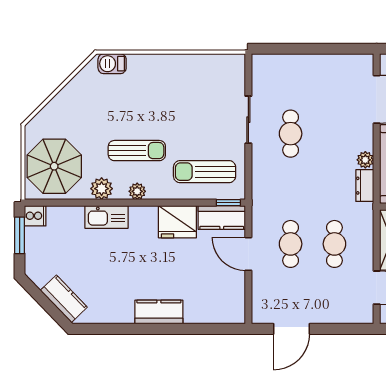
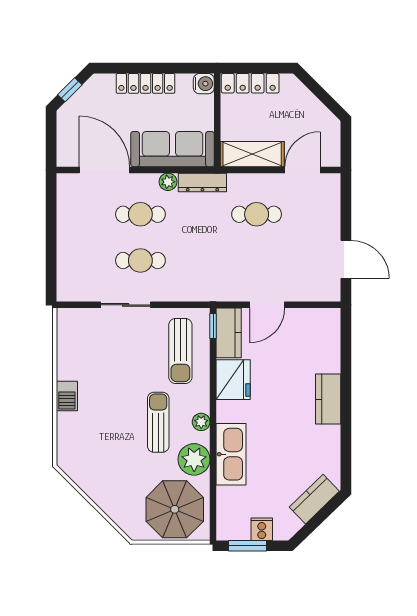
barbecue: (112, 64) -> (67, 396), moved
dresser: (365, 186) -> (202, 182), width x1.44
plant: (102, 189) -> (194, 459), width x1.36, depth x1.36
cooker: (35, 216) -> (262, 529), moved
kitchen sink: (106, 217) -> (231, 454), width x1.36, depth x1.24
cafe table: (291, 244) -> (140, 214), moved

